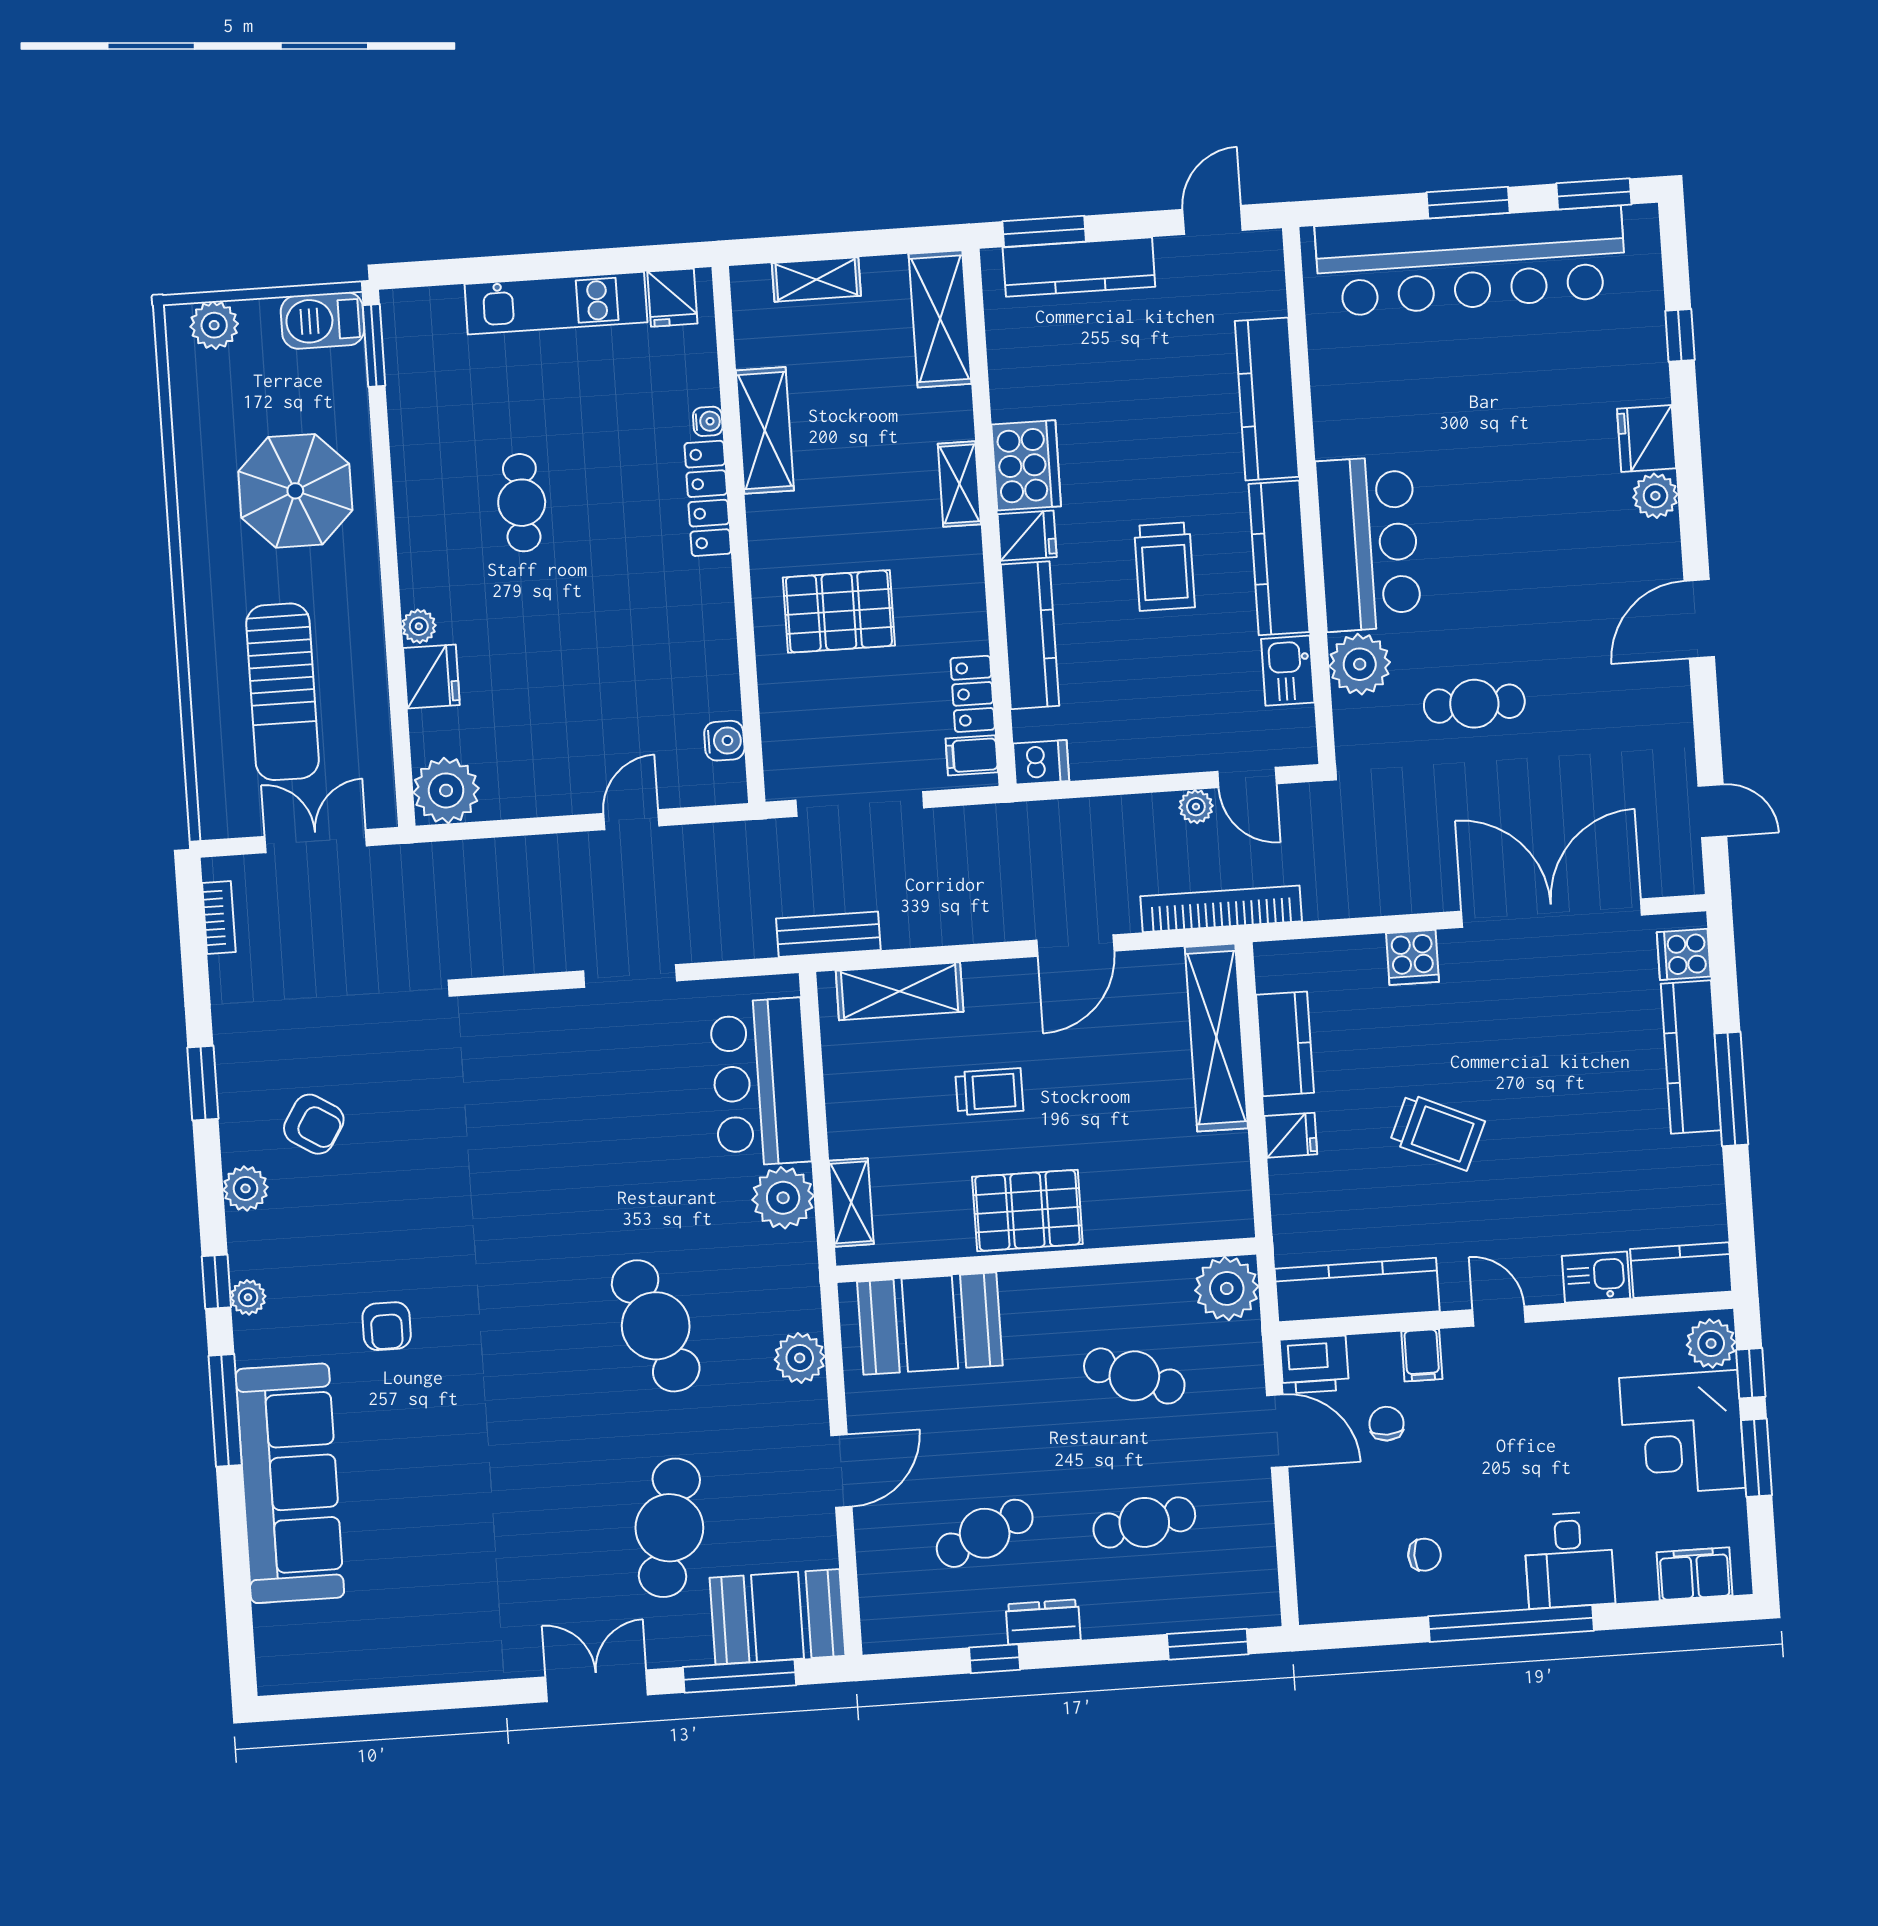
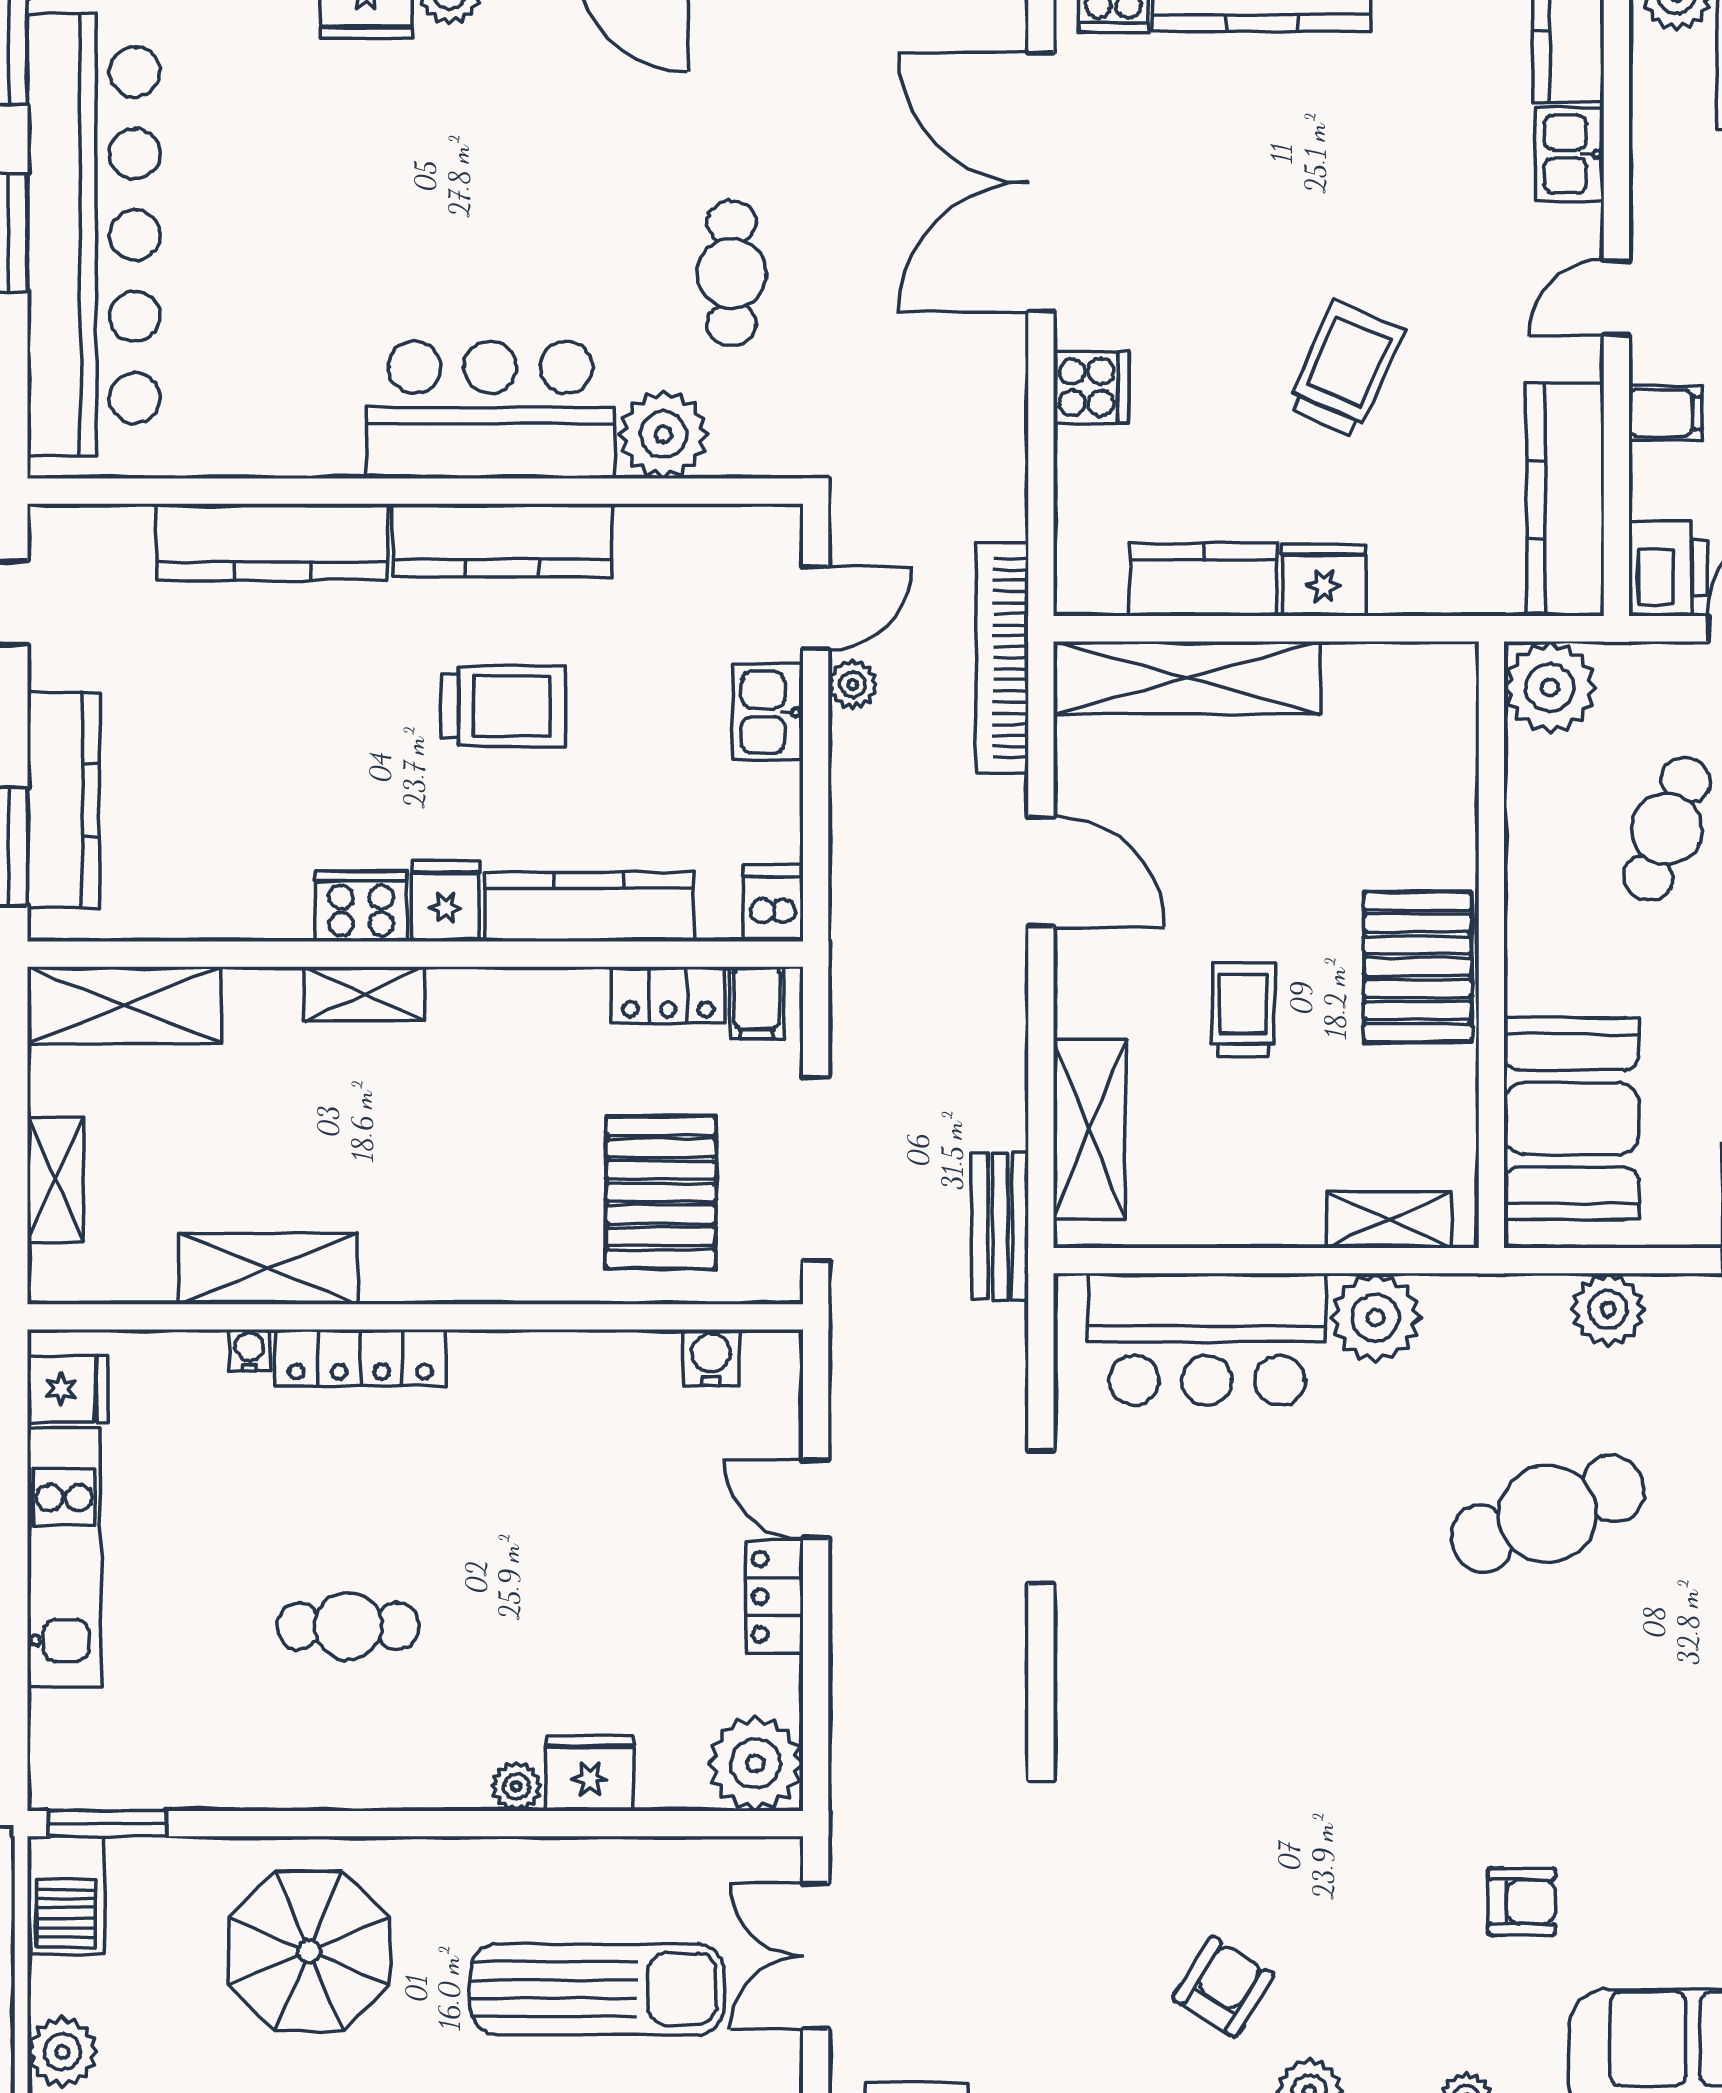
cooker: (1026, 465) -> (361, 906), width x0.73, depth x0.76
pallet: (839, 611) -> (661, 1192), moved
kitchen sink: (1288, 671) -> (768, 712), moved, turned 90
locker: (562, 796) -> (775, 1597), added
fridge: (1291, 1135) -> (1324, 580), width x1.38

